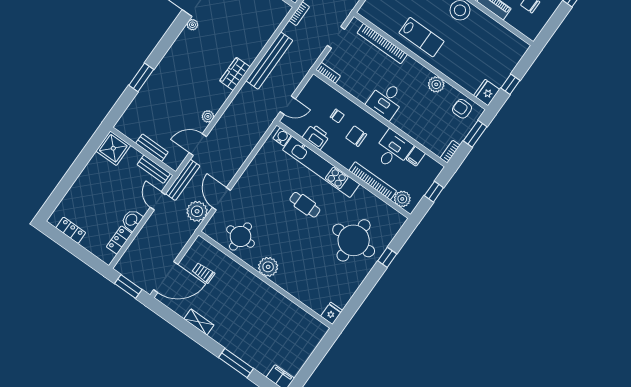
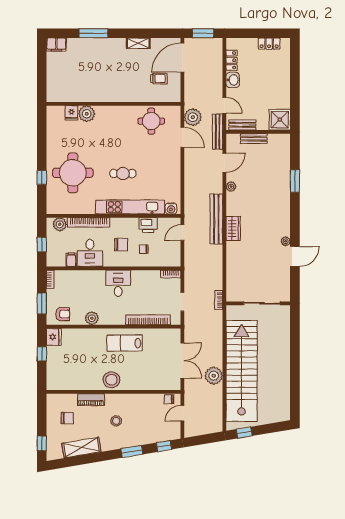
bench: (269, 61) -> (216, 219), moved
plant: (268, 267) -> (87, 114), moved
fridge: (332, 313) -> (71, 113), moved

